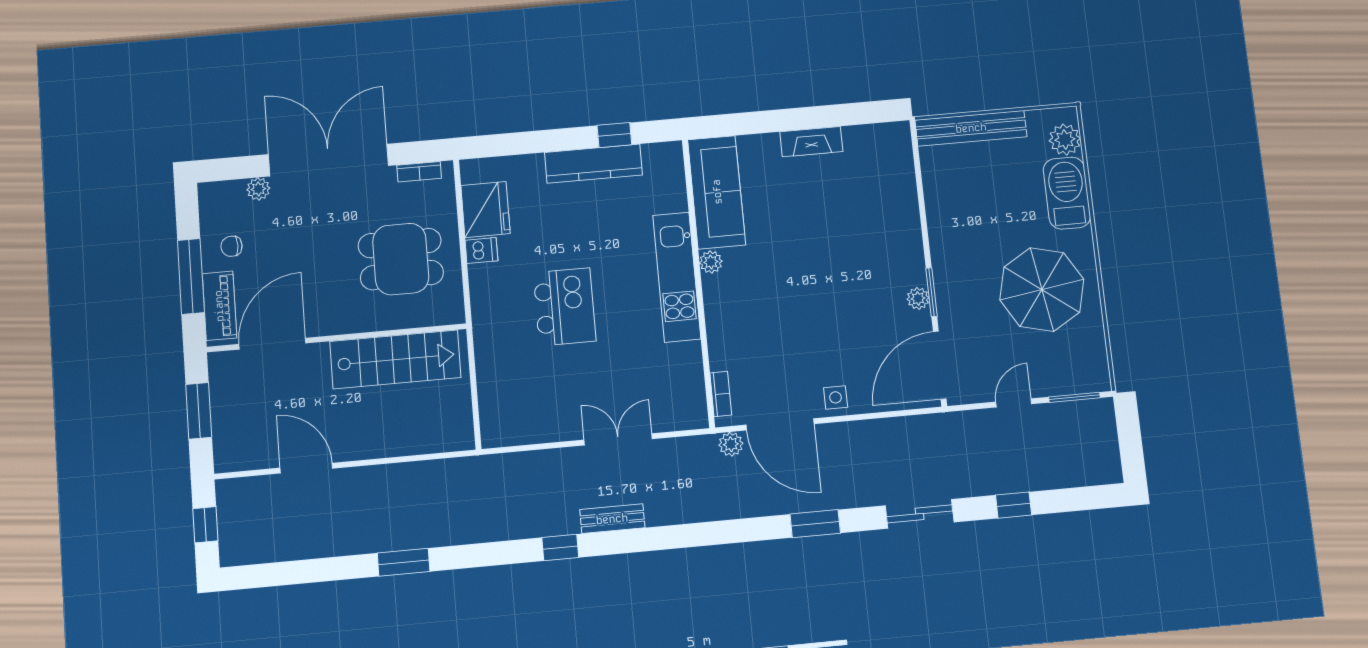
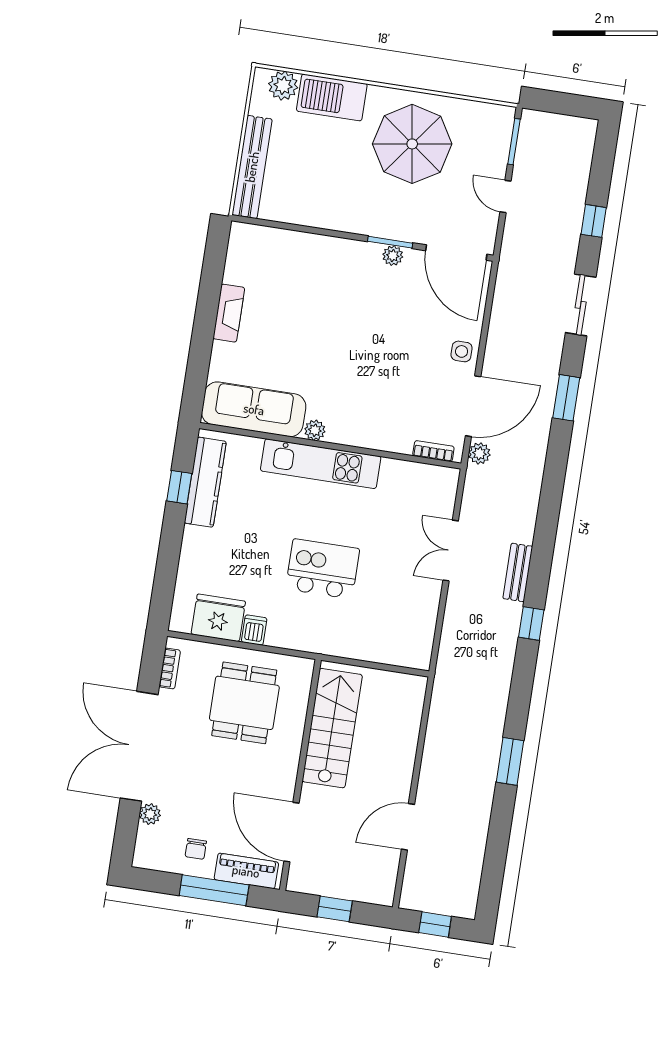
kitchen counter: (593, 164) -> (205, 482), moved
window: (199, 411) -> (335, 909), width x0.67

